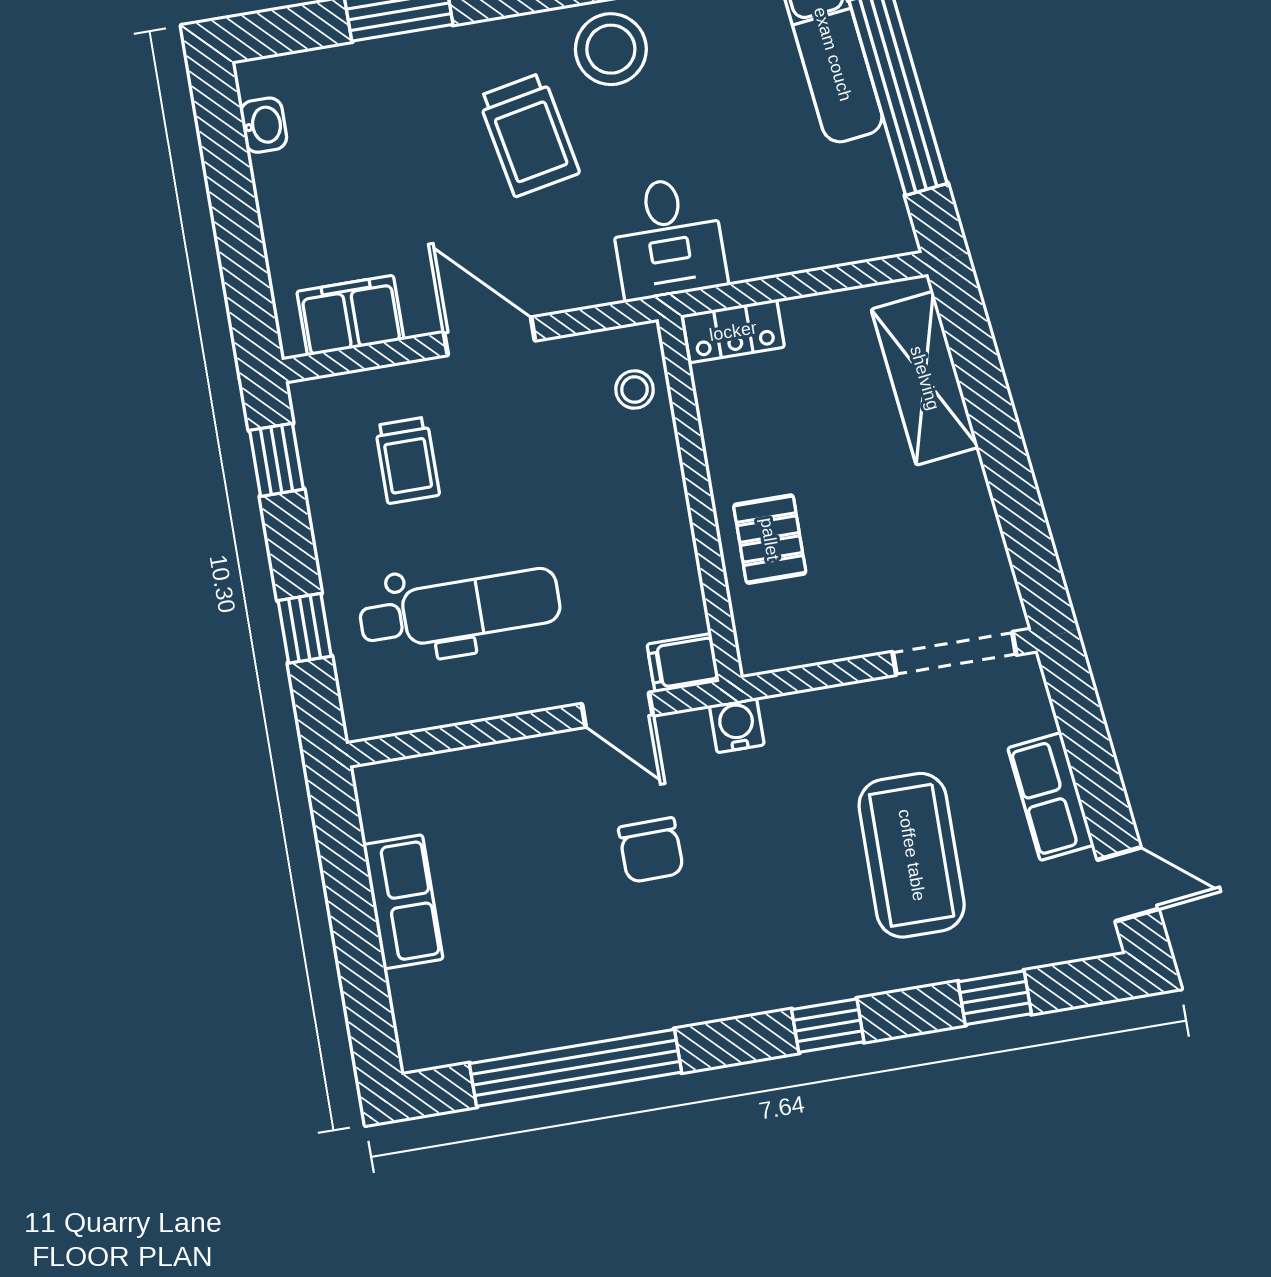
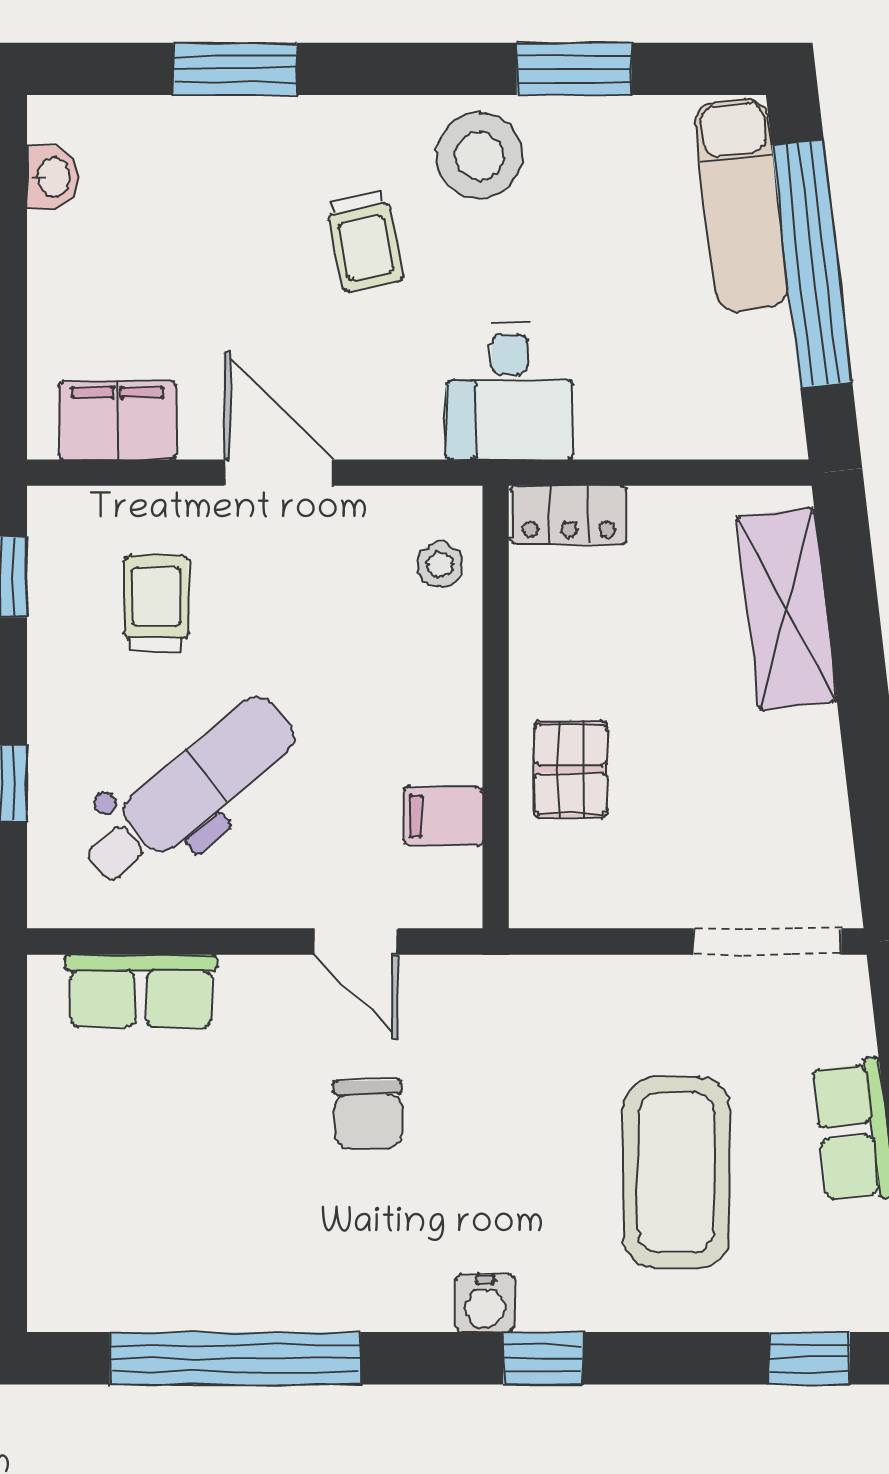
trolley: (529, 135) -> (365, 241), width x0.73, depth x0.72
trolley: (407, 460) -> (156, 603), turned 180
dental chair: (460, 609) -> (189, 791), turned -40
filing cabinet: (683, 663) -> (443, 816), moved
water cooler: (737, 725) -> (485, 1303), moved, turned 180
row of seats: (403, 902) -> (141, 991), moved, turned 90
window: (995, 998) -> (810, 1358), moved

